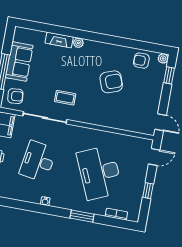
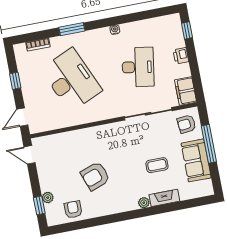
plant: (163, 58) -> (48, 198), moved
armchair: (141, 61) -> (73, 209), turned -90
coffee table: (65, 98) -> (157, 165), moved

